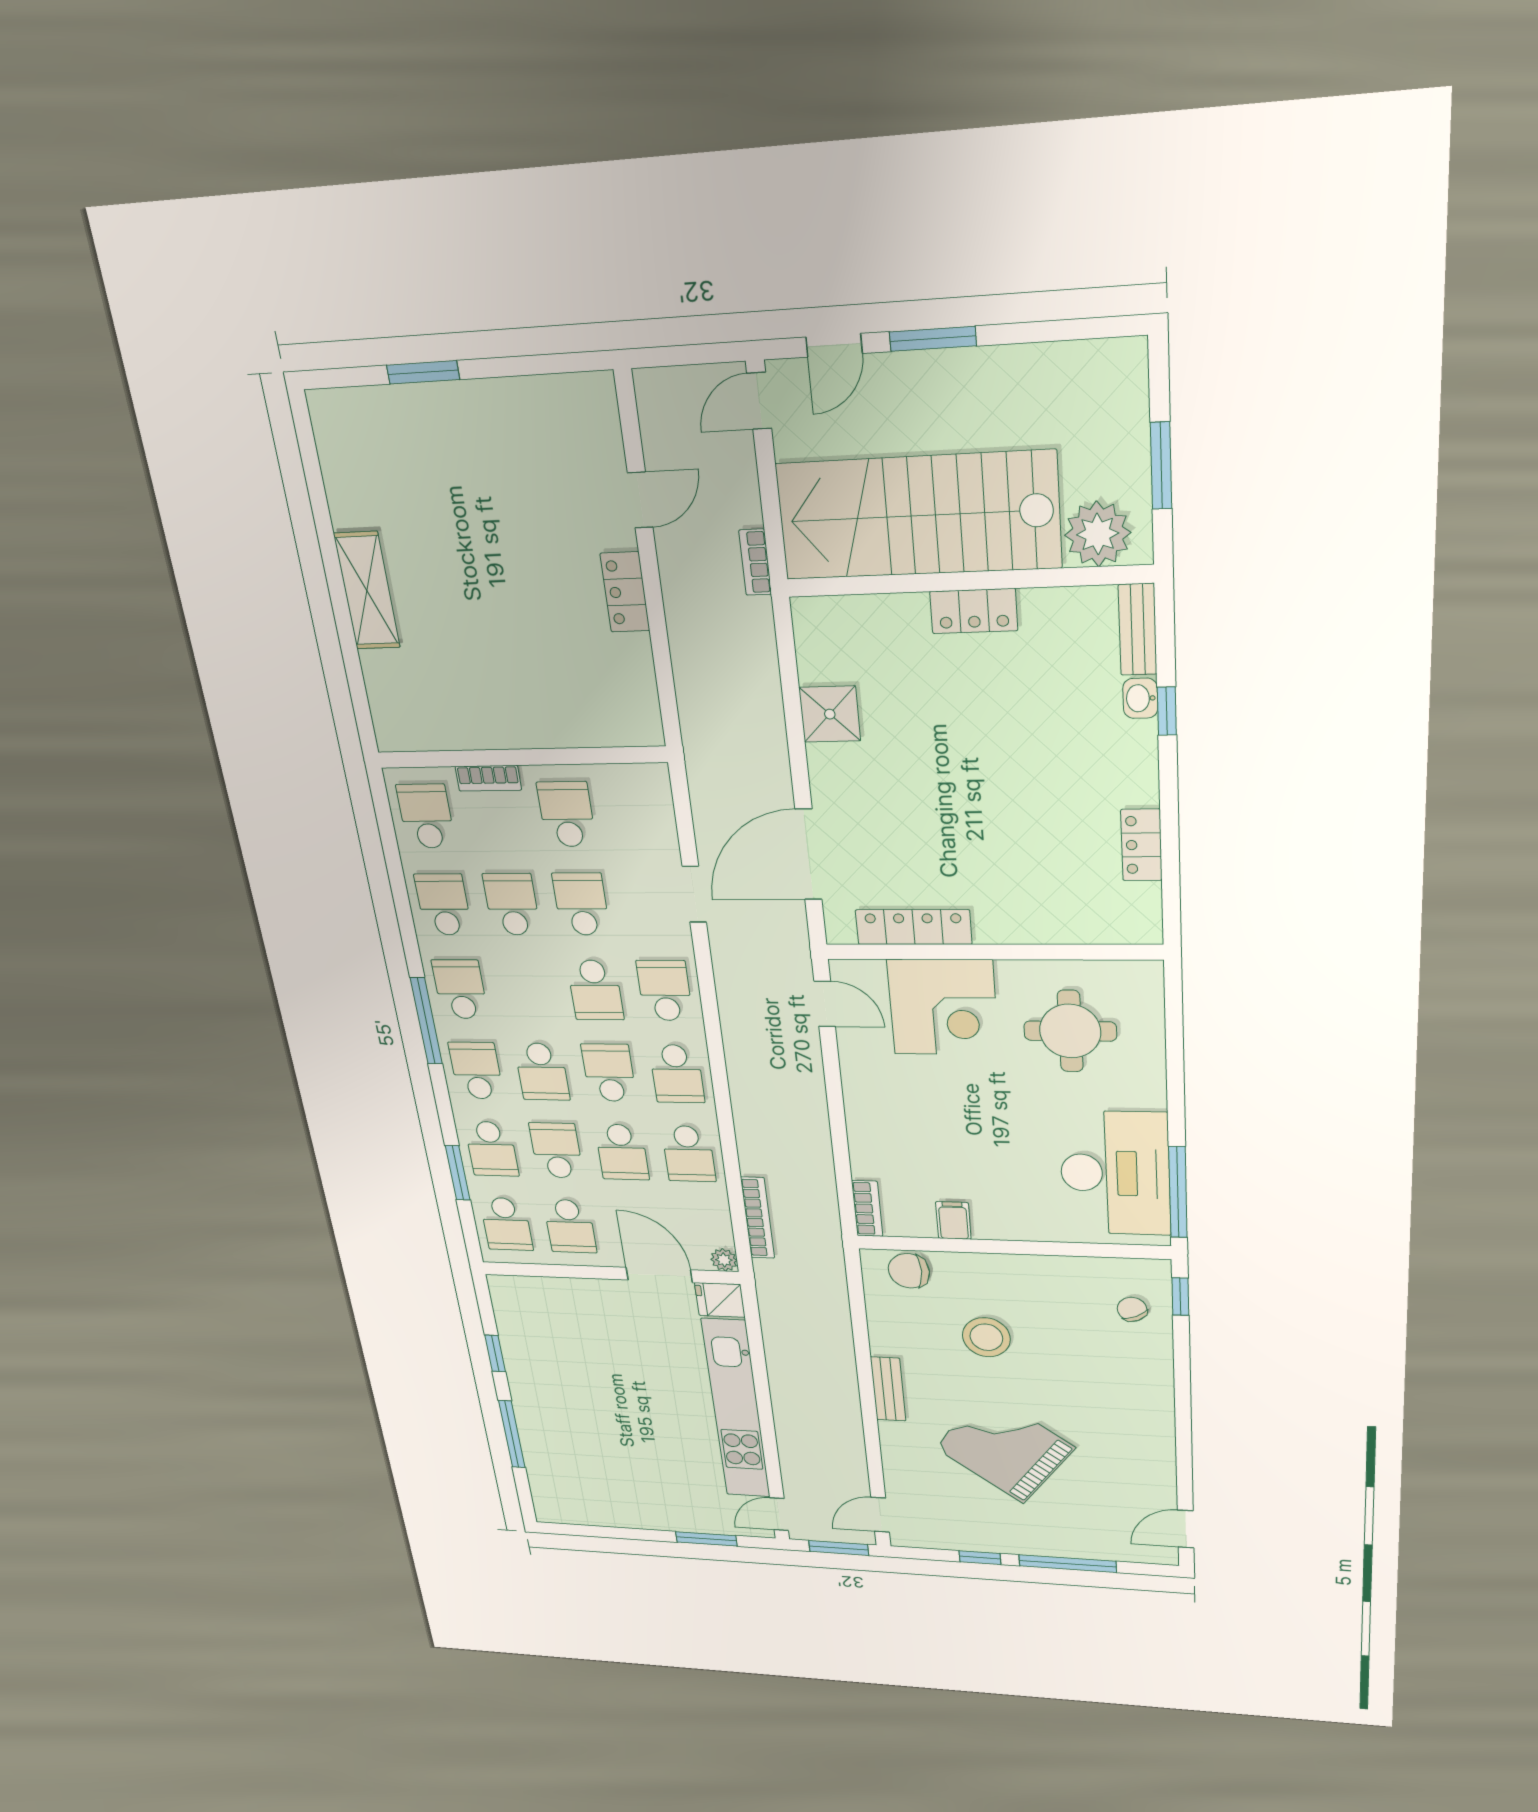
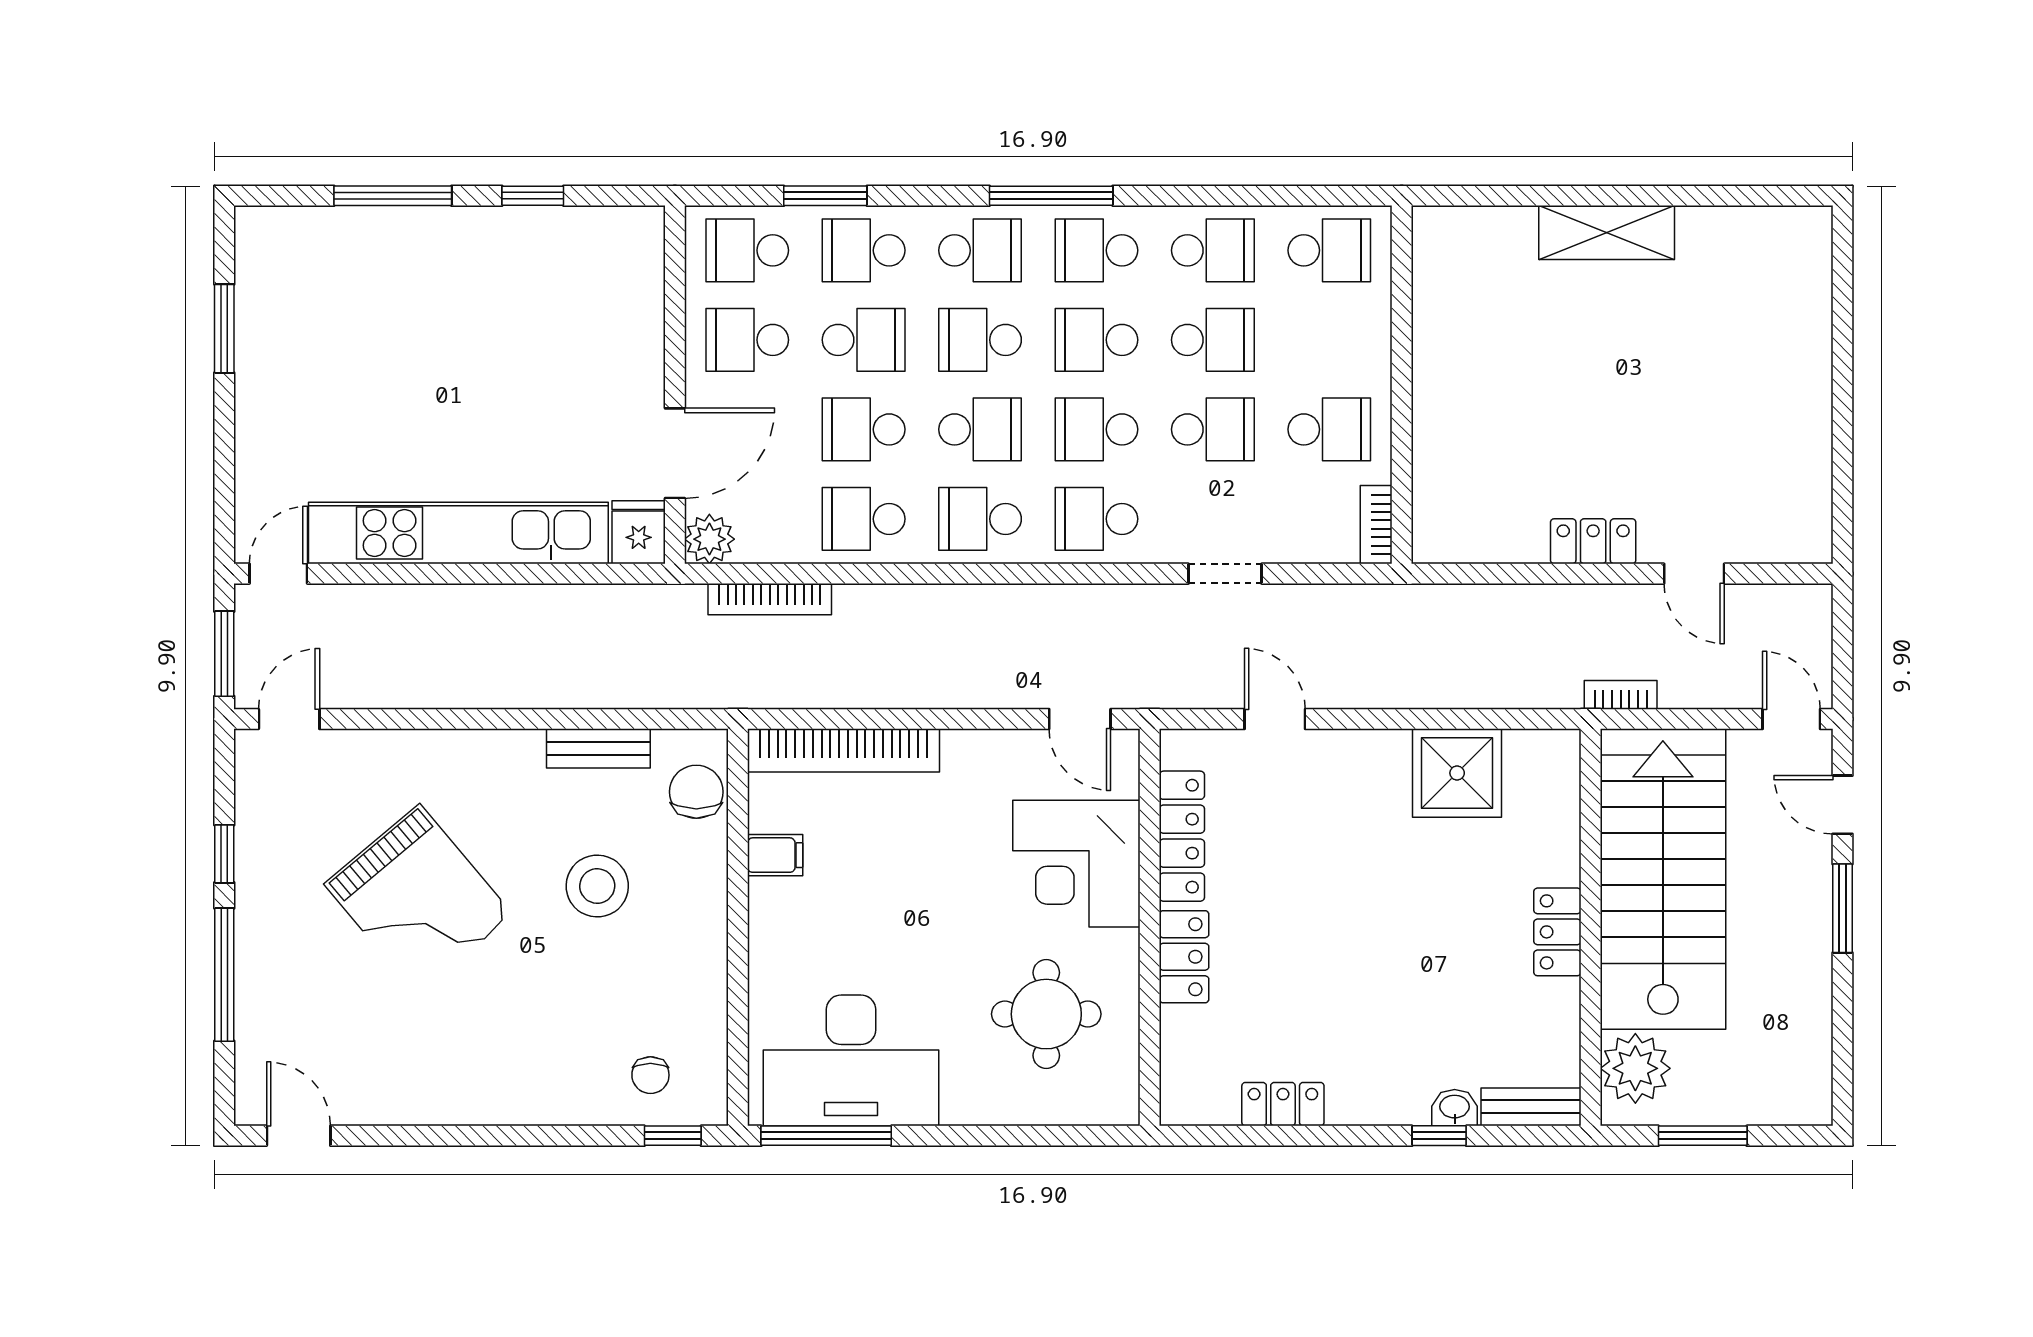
window: (423, 372) -> (1843, 349), removed
shower: (830, 714) -> (1457, 773), width x1.36, depth x1.36
bookcase: (488, 778) -> (1376, 525), moved
door: (809, 855) -> (1275, 719), width x0.53
locker: (1016, 925) -> (1184, 957), added
school desk: (460, 989) -> (1096, 250), turned 180
school desk: (527, 990) -> (1096, 340), added
school desk: (665, 991) -> (1096, 519), turned 180
door: (825, 1004) -> (1080, 719), hinge flipped
bookcase: (867, 1209) -> (843, 750), width x2.31, depth x1.31
plant: (724, 1260) -> (709, 539), width x1.38, depth x1.38
chair: (1132, 1309) -> (650, 1075), turned 115
bench: (888, 1389) -> (598, 748), moved
grand piano: (1005, 1448) -> (418, 899), turned 103
door: (779, 1514) -> (278, 574), hinge flipped
door: (880, 1515) -> (289, 719), hinge flipped
window: (706, 1539) -> (224, 329), moved

